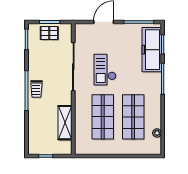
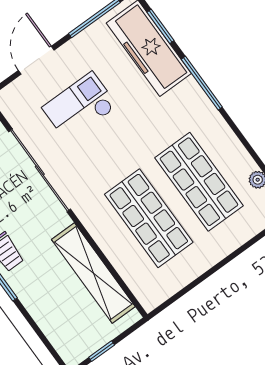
checkout: (105, 70) -> (80, 107), moved, turned 90
shelving: (65, 123) -> (93, 273), width x1.47

